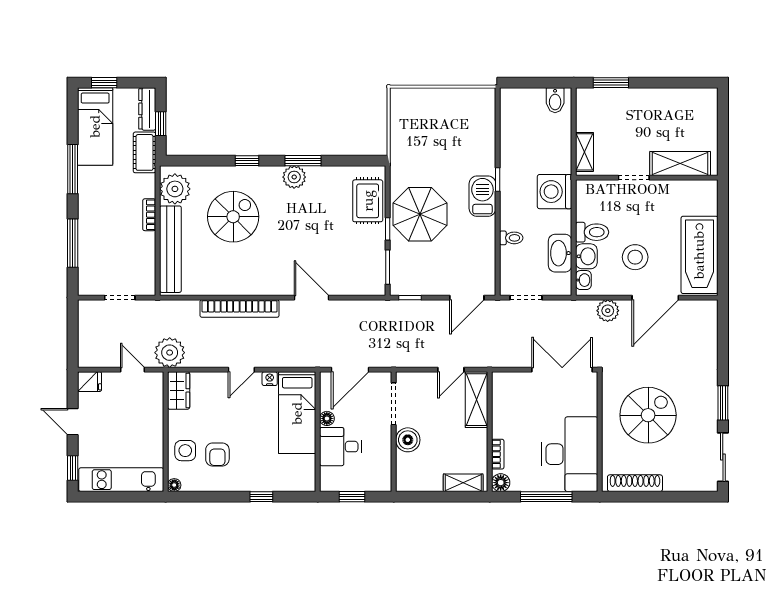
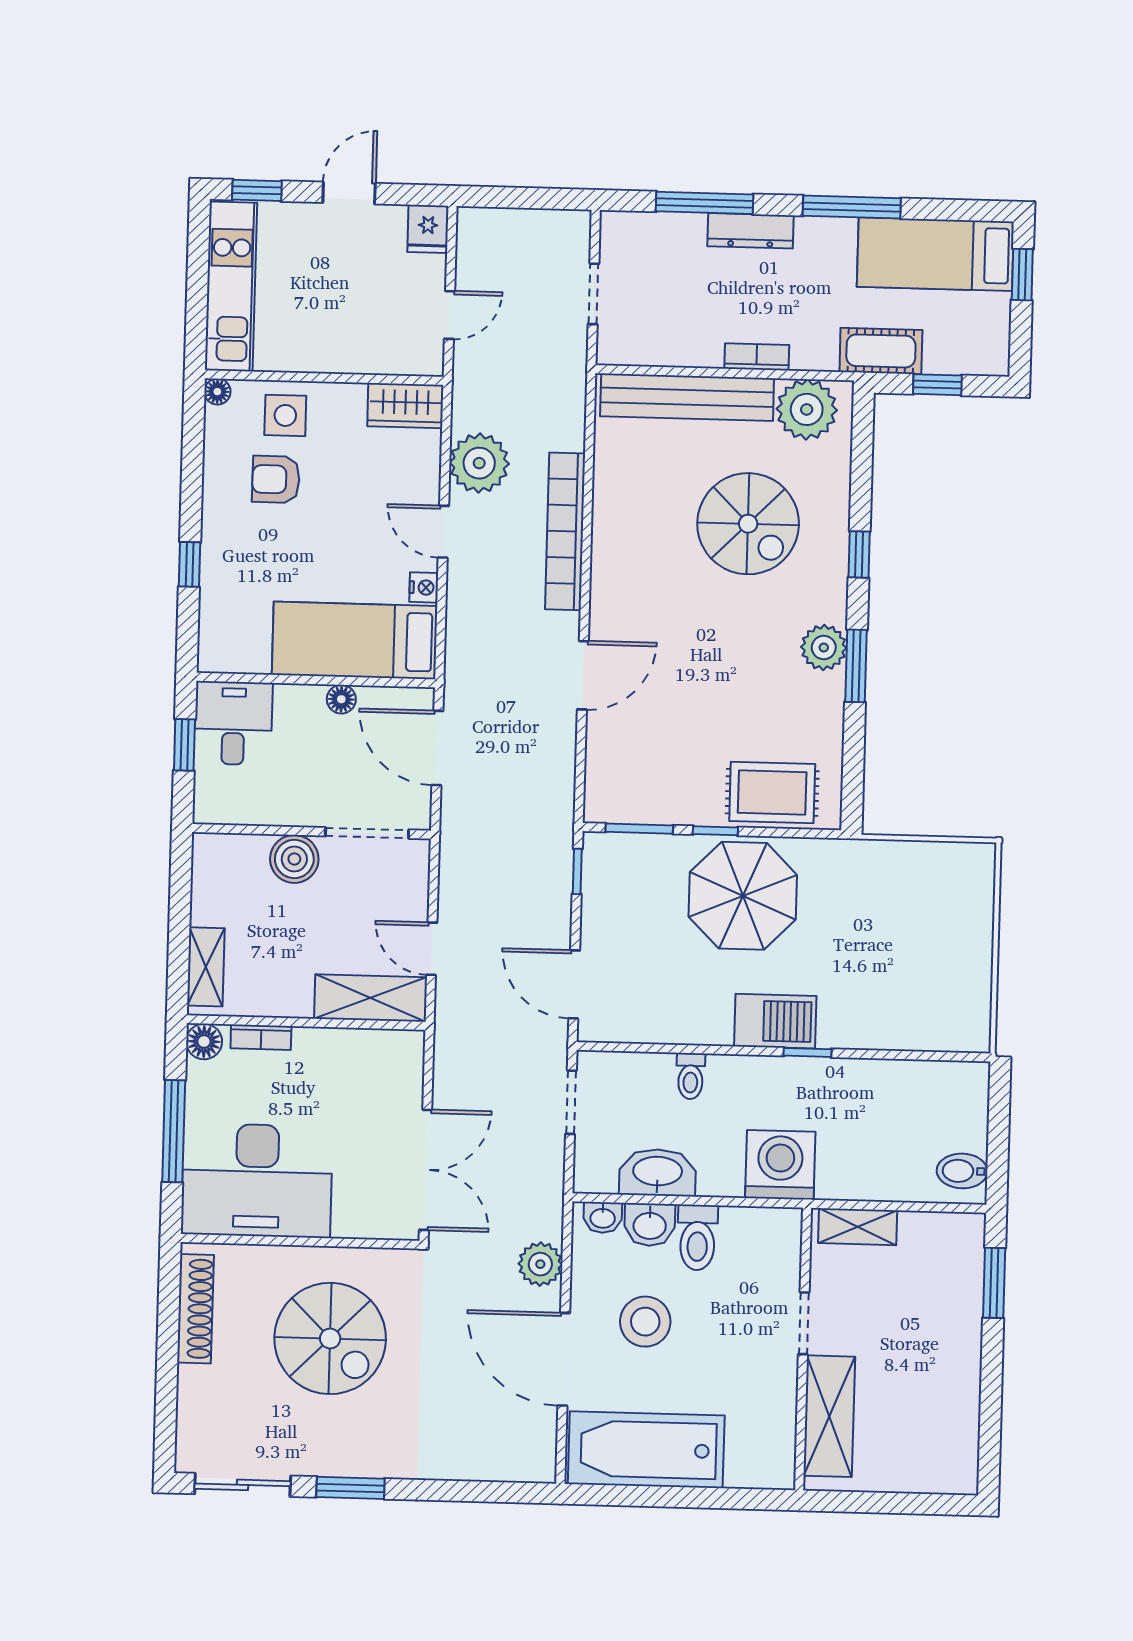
dresser: (147, 109) -> (751, 231), moved, turned 180
plant: (170, 353) -> (479, 463), moved
desk: (340, 447) -> (233, 723), moved

